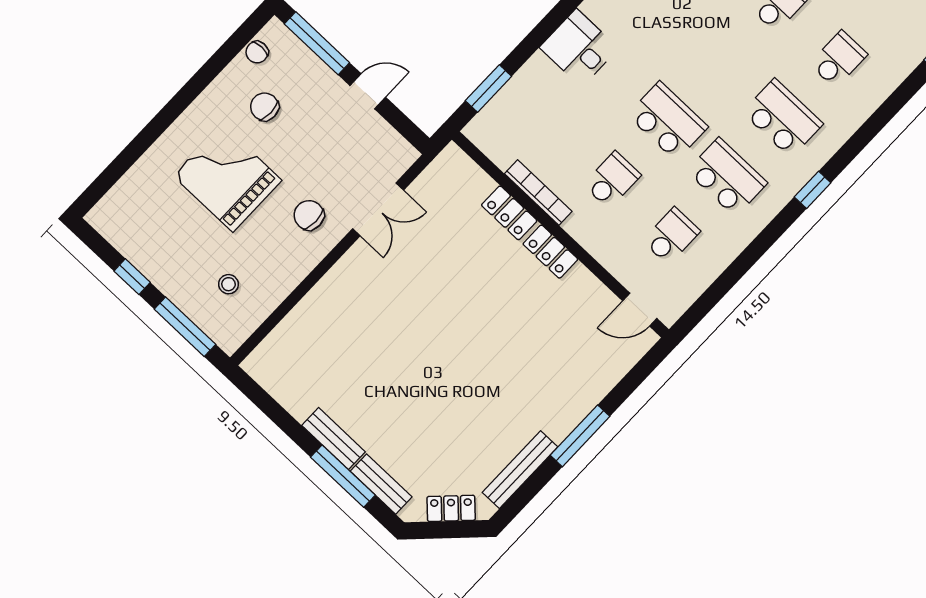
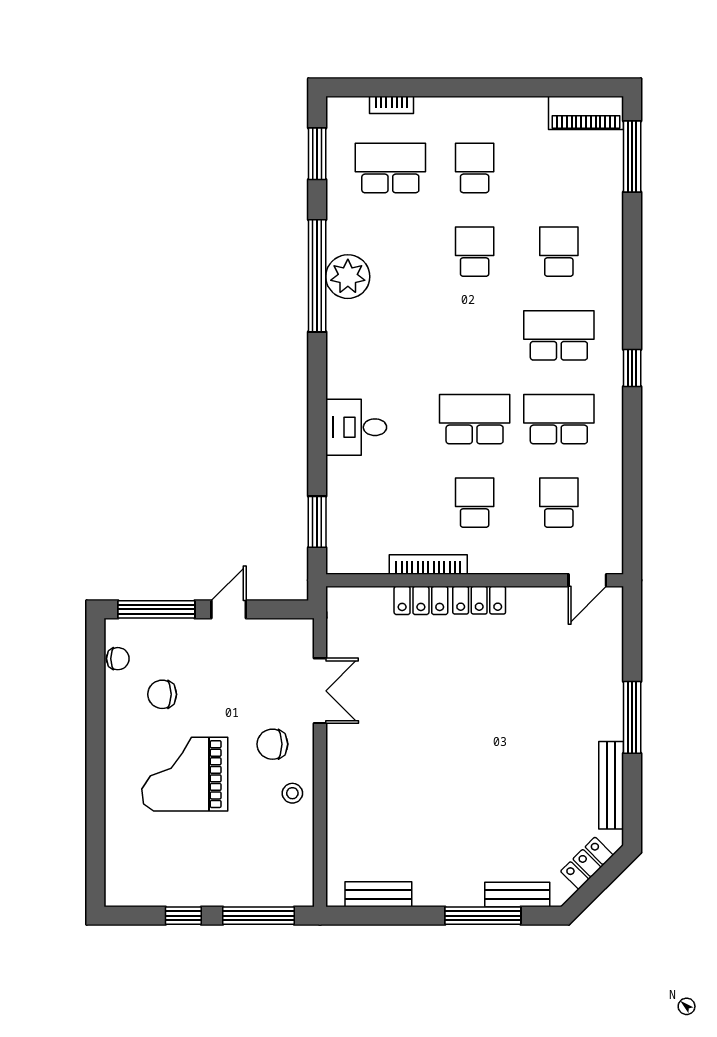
chair: (257, 52) -> (118, 659), turned -90
stool: (229, 284) -> (292, 793), moved
bench: (334, 439) -> (378, 894), moved

